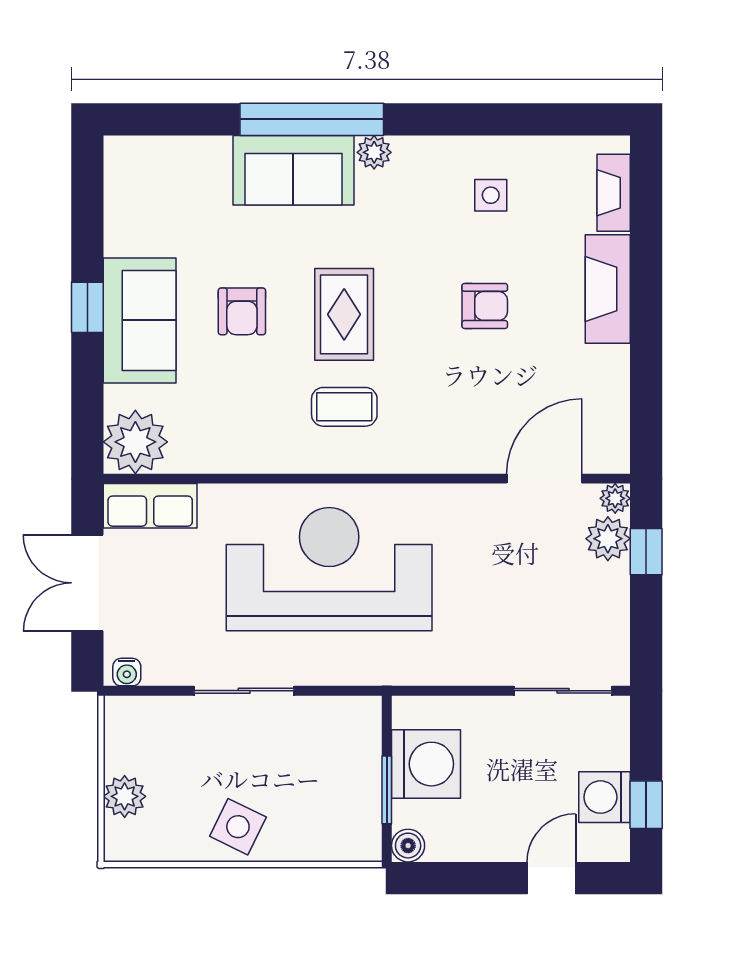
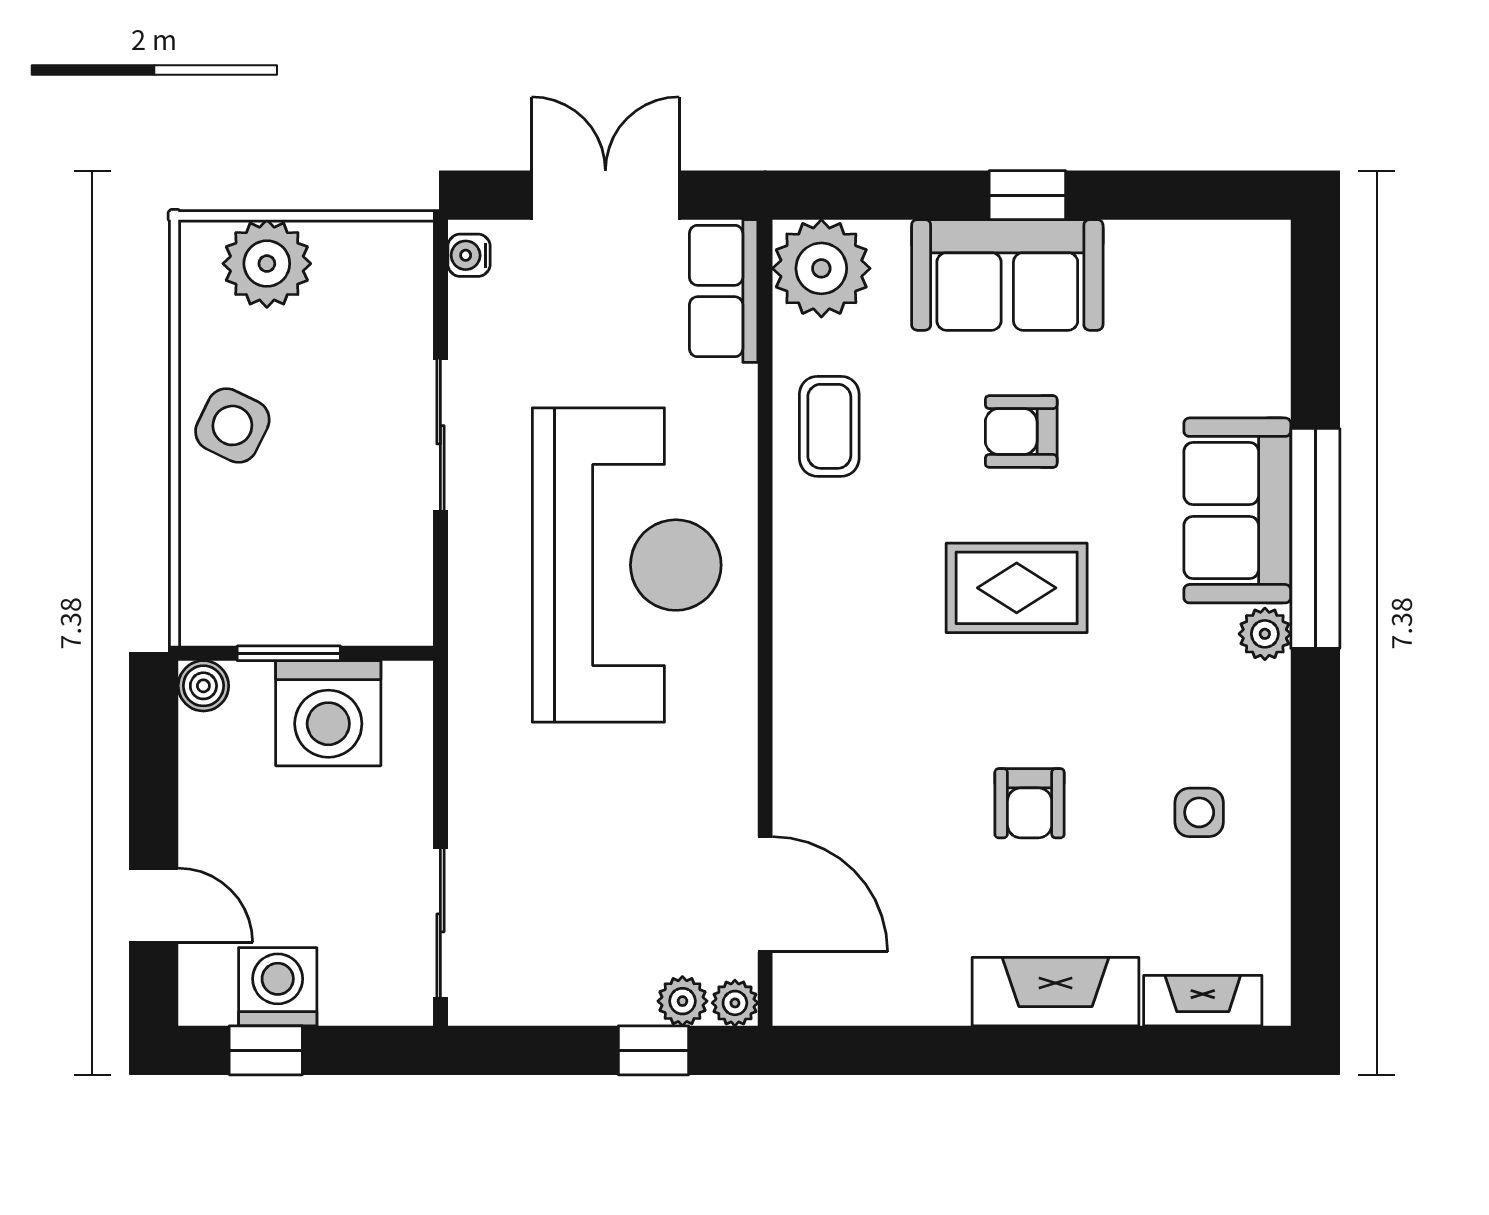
coffee table: (344, 407) -> (829, 426), moved
plant: (608, 539) -> (682, 1001), width x0.73, depth x0.73
plant: (125, 796) -> (267, 264), width x1.36, depth x1.36

